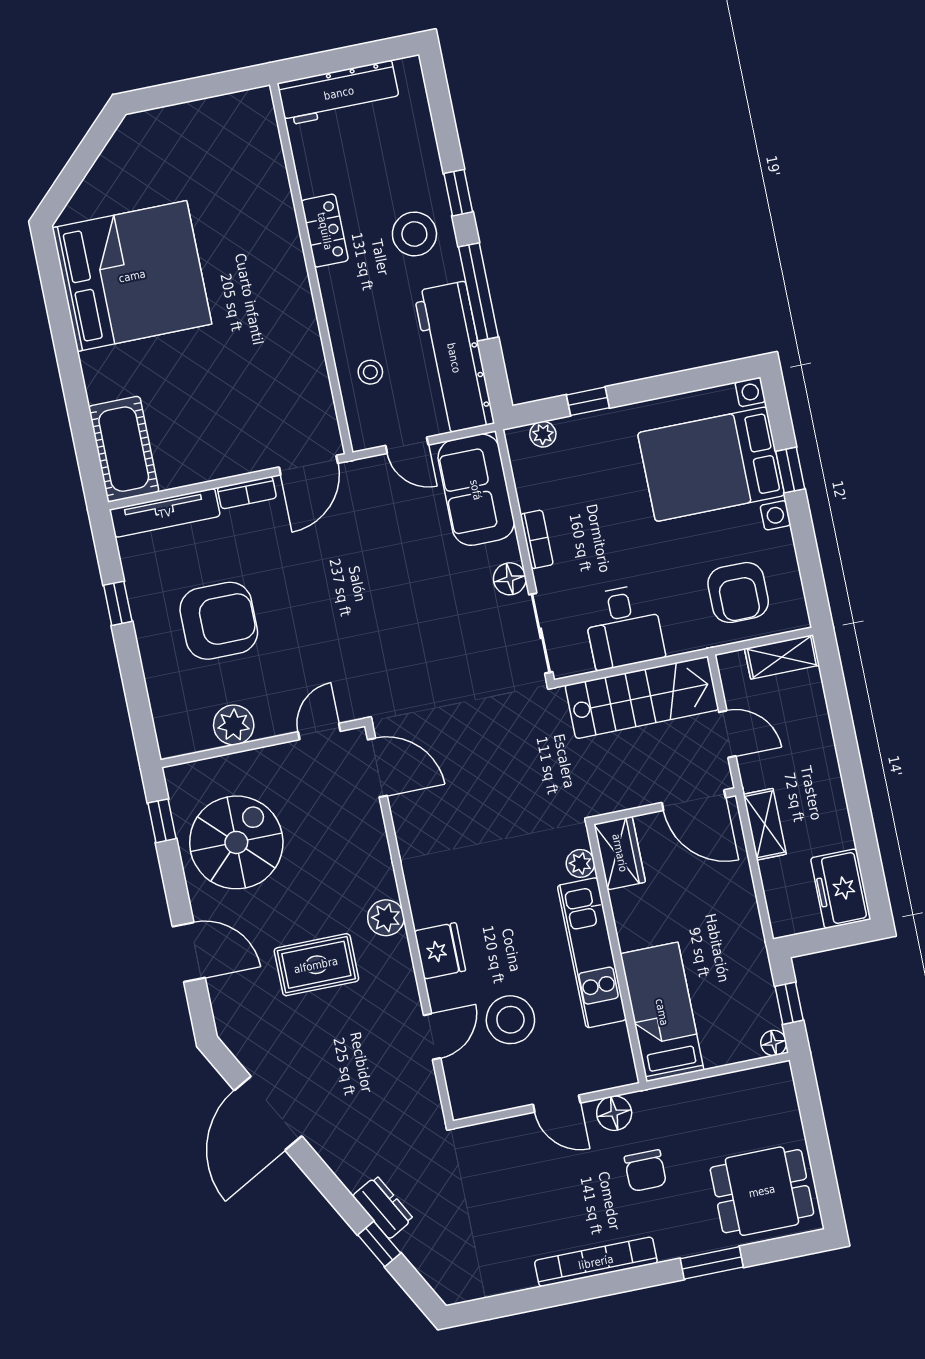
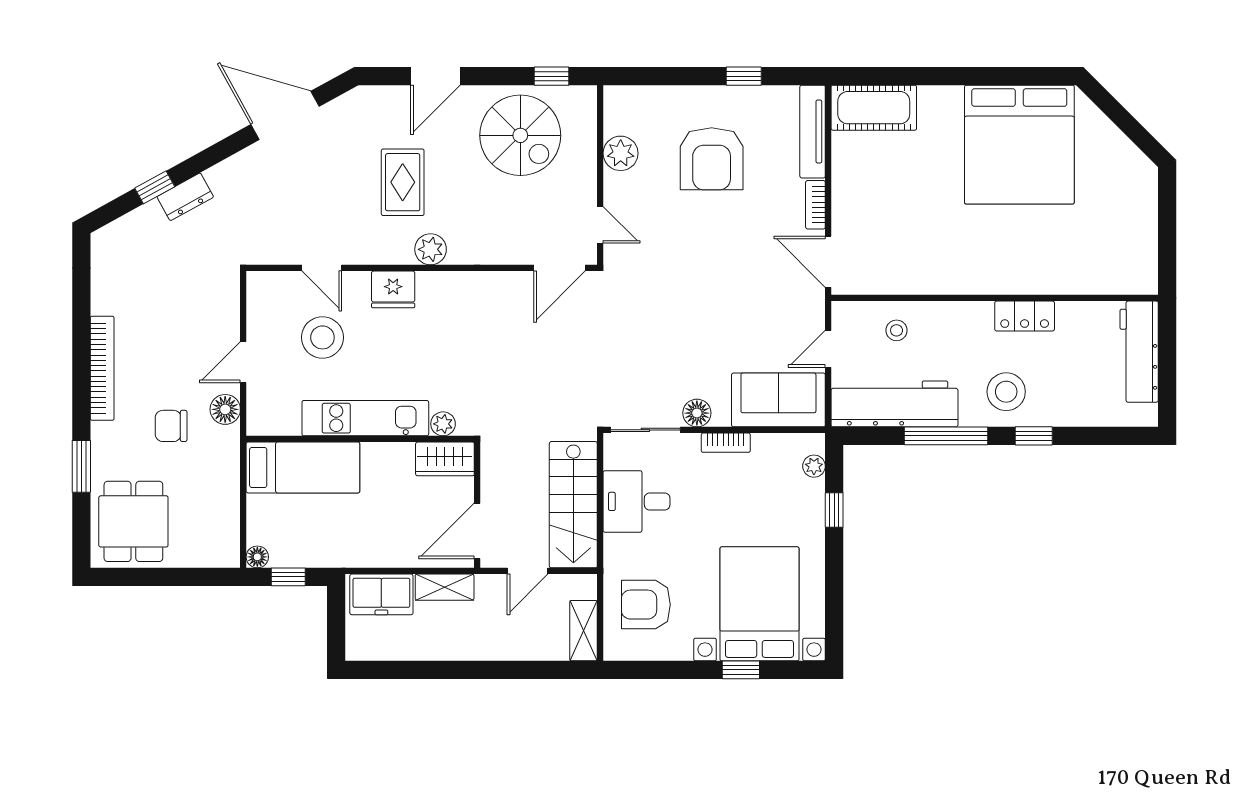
freezer: (841, 889) -> (381, 594), moved, turned 180

